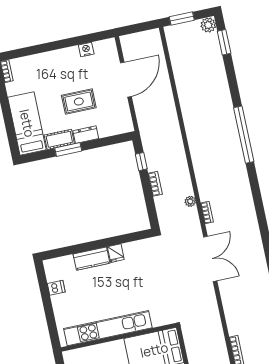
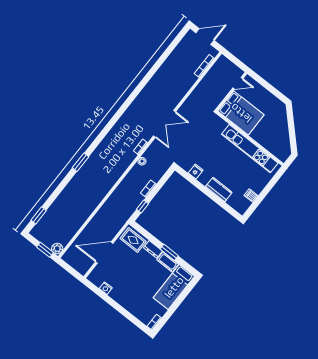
plant: (208, 25) -> (57, 249), moved
rug: (79, 101) -> (133, 240), moved
window: (244, 135) -> (81, 162), width x0.47
fridge: (116, 253) -> (196, 172), moved
double door: (210, 259) -> (165, 124), swing flipped

